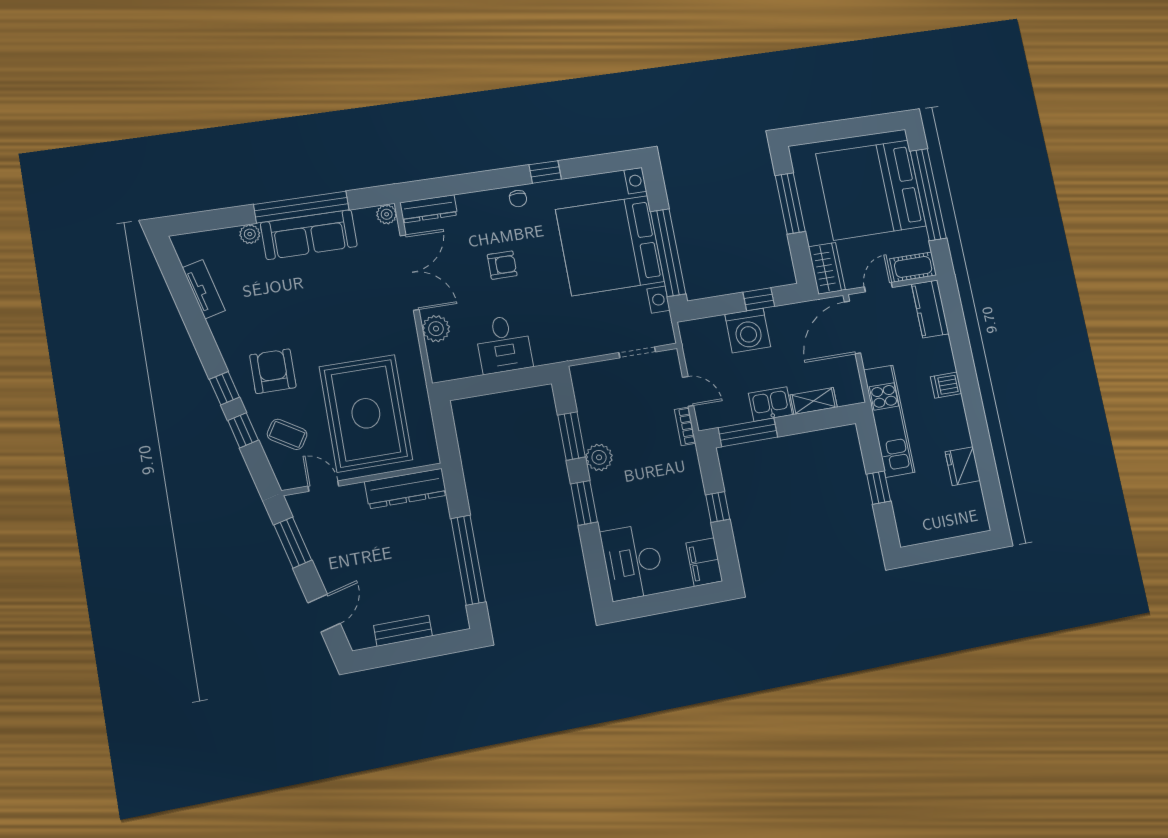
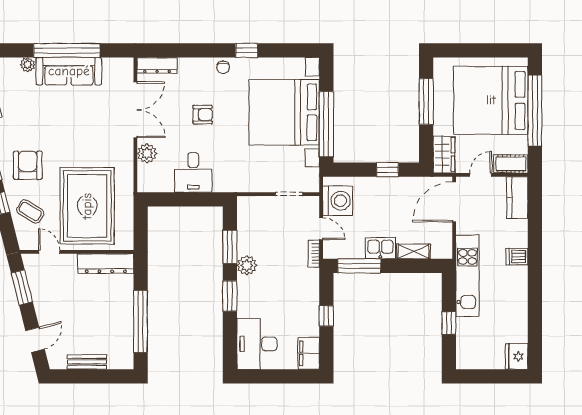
plant: (387, 214) -> (126, 65), removed
washing machine: (748, 330) -> (338, 201), moved, turned -90
fridge: (963, 466) -> (517, 356), moved

